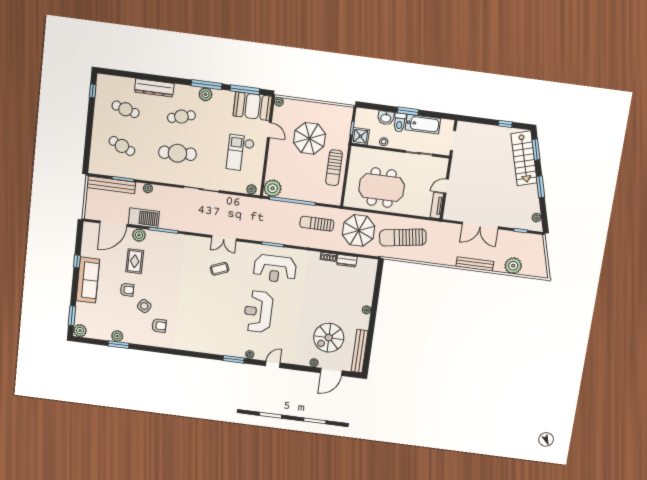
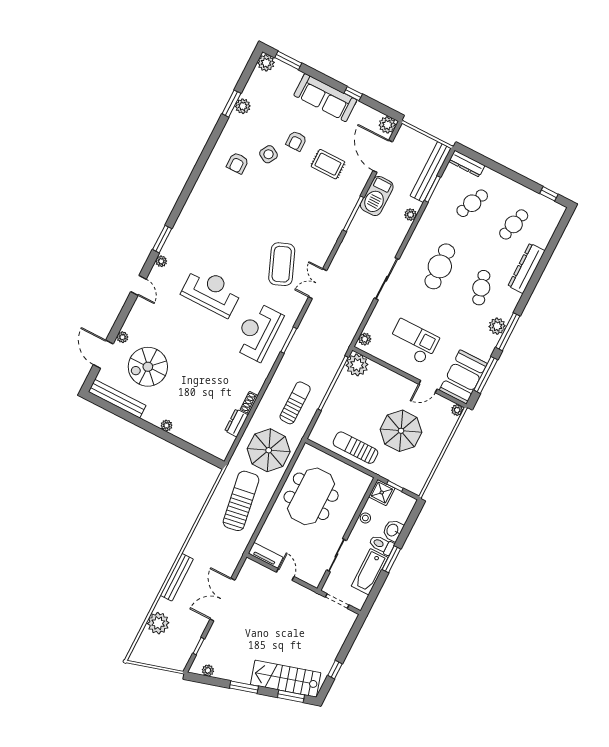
dresser: (95, 160) -> (467, 164), added
plant: (139, 235) -> (387, 125), moved
coffee table: (220, 269) -> (282, 264), width x1.86, depth x1.72
spiral stairs: (329, 338) -> (148, 367), turned -90

